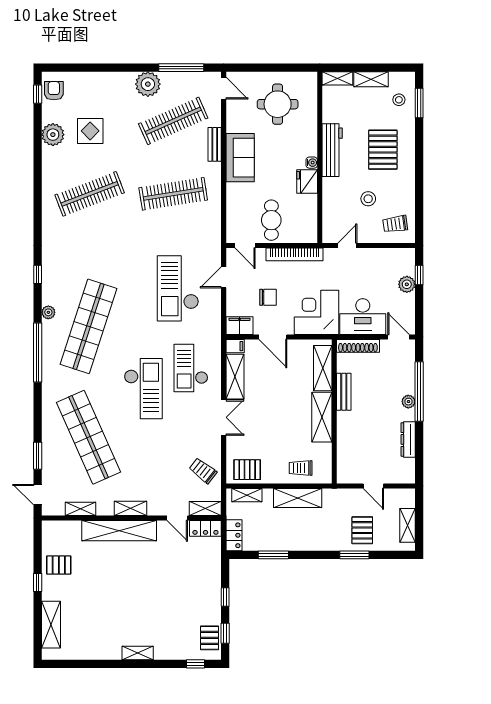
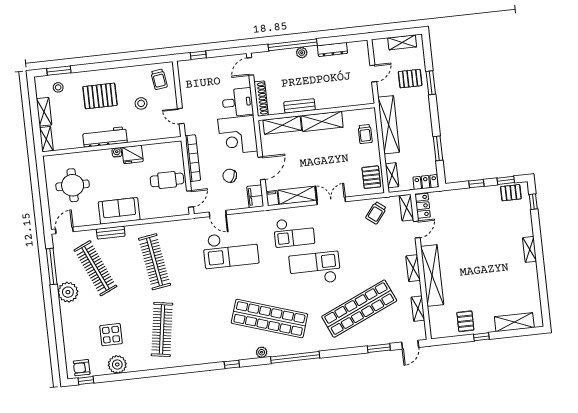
clothes rail: (90, 194) -> (162, 329), turned 30
plant: (407, 284) -> (207, 65), removed
chair: (268, 297) -> (230, 176), turned -66
desk: (363, 317) -> (238, 102), width x0.73
shelving: (298, 498) -> (389, 125), width x1.47

